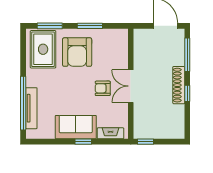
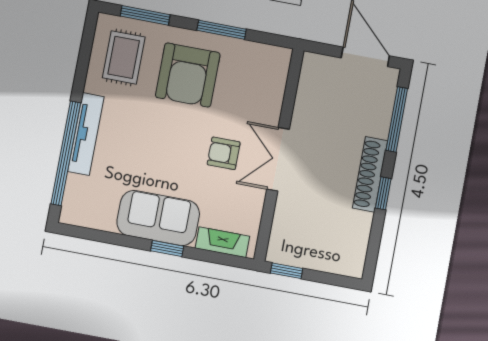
rug: (43, 49) -> (124, 57), width x0.73, depth x0.70
tv unit: (31, 108) -> (86, 134), moved

